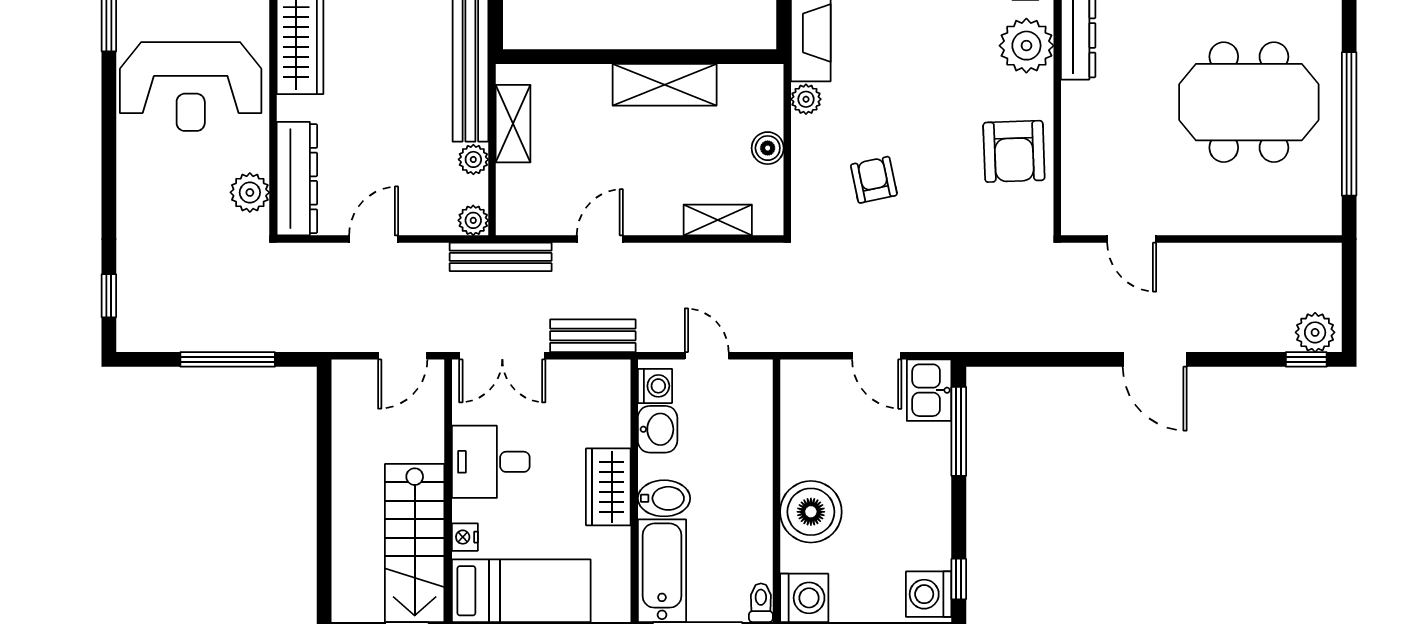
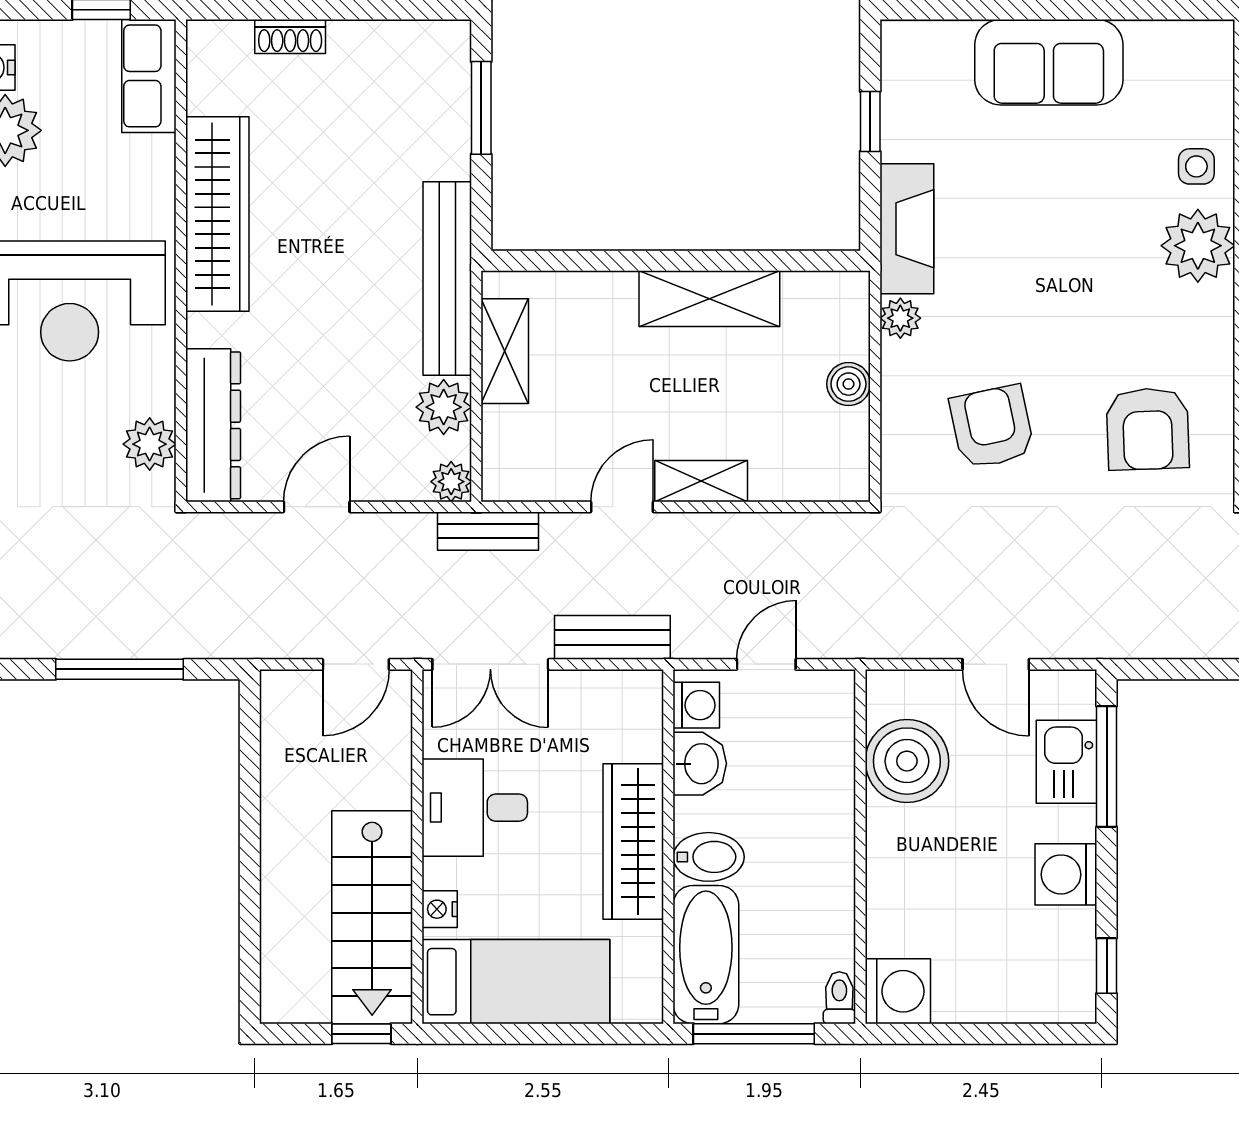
armchair: (1014, 151) -> (1148, 429), moved
plant: (473, 159) -> (444, 407), width x1.38, depth x1.38
armchair: (874, 180) -> (992, 427), width x1.38, depth x1.38
shelving: (718, 220) -> (701, 481), moved
bench: (501, 257) -> (488, 531), width x0.73
door: (707, 356) -> (766, 664), hinge flipped
kitchen sink: (929, 390) -> (1067, 762), moved
wardrobe: (608, 487) -> (633, 841), width x1.50
boiler: (811, 512) -> (907, 761), moved
washing machine: (929, 594) -> (1066, 874), moved

